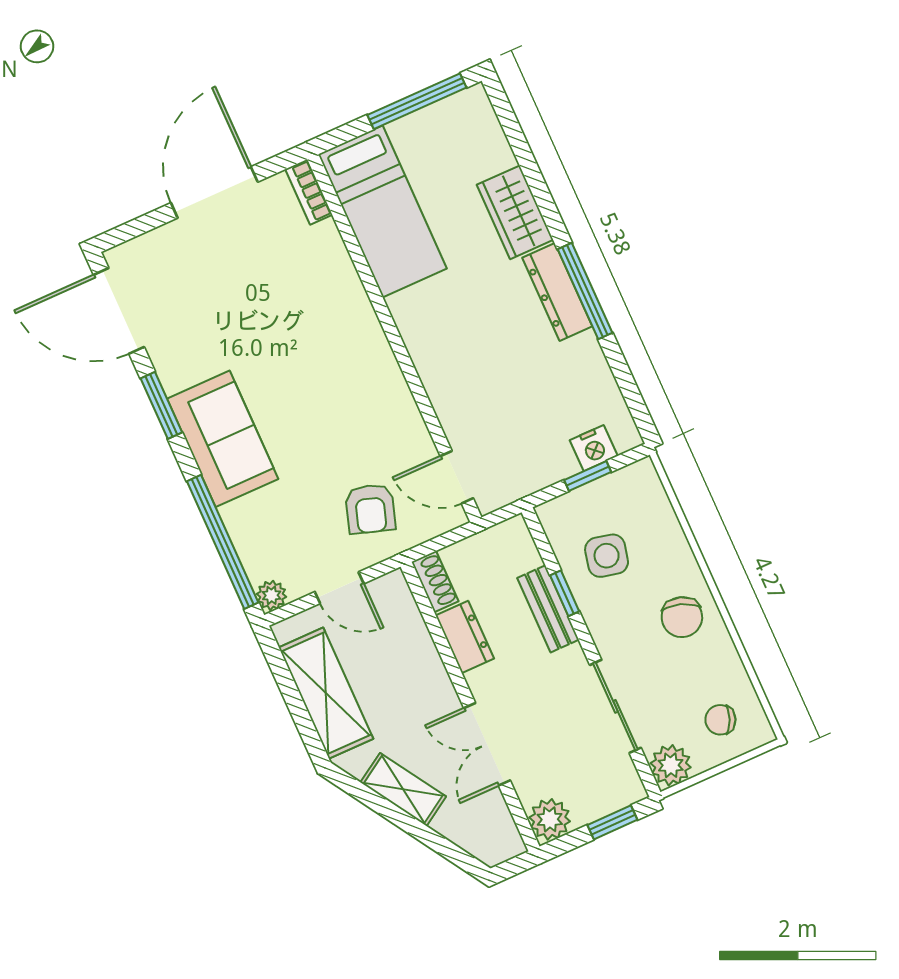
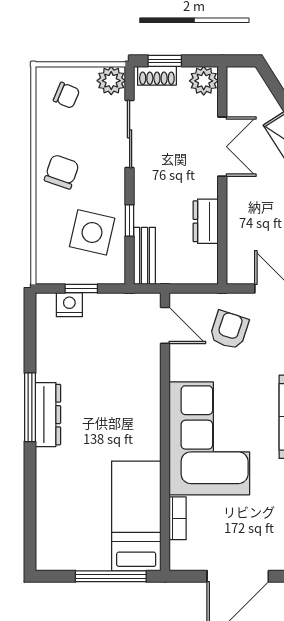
window: (417, 101) -> (111, 576), moved
bookcase: (309, 192) -> (178, 518), moved
wardrobe: (515, 212) -> (52, 477), removed
corner sofa: (333, 356) -> (209, 438), added
side table: (607, 556) -> (92, 232), width x1.37, depth x1.37
shoe rack: (435, 582) -> (157, 76), moved, turned -90
bench: (548, 609) -> (145, 256), moved

